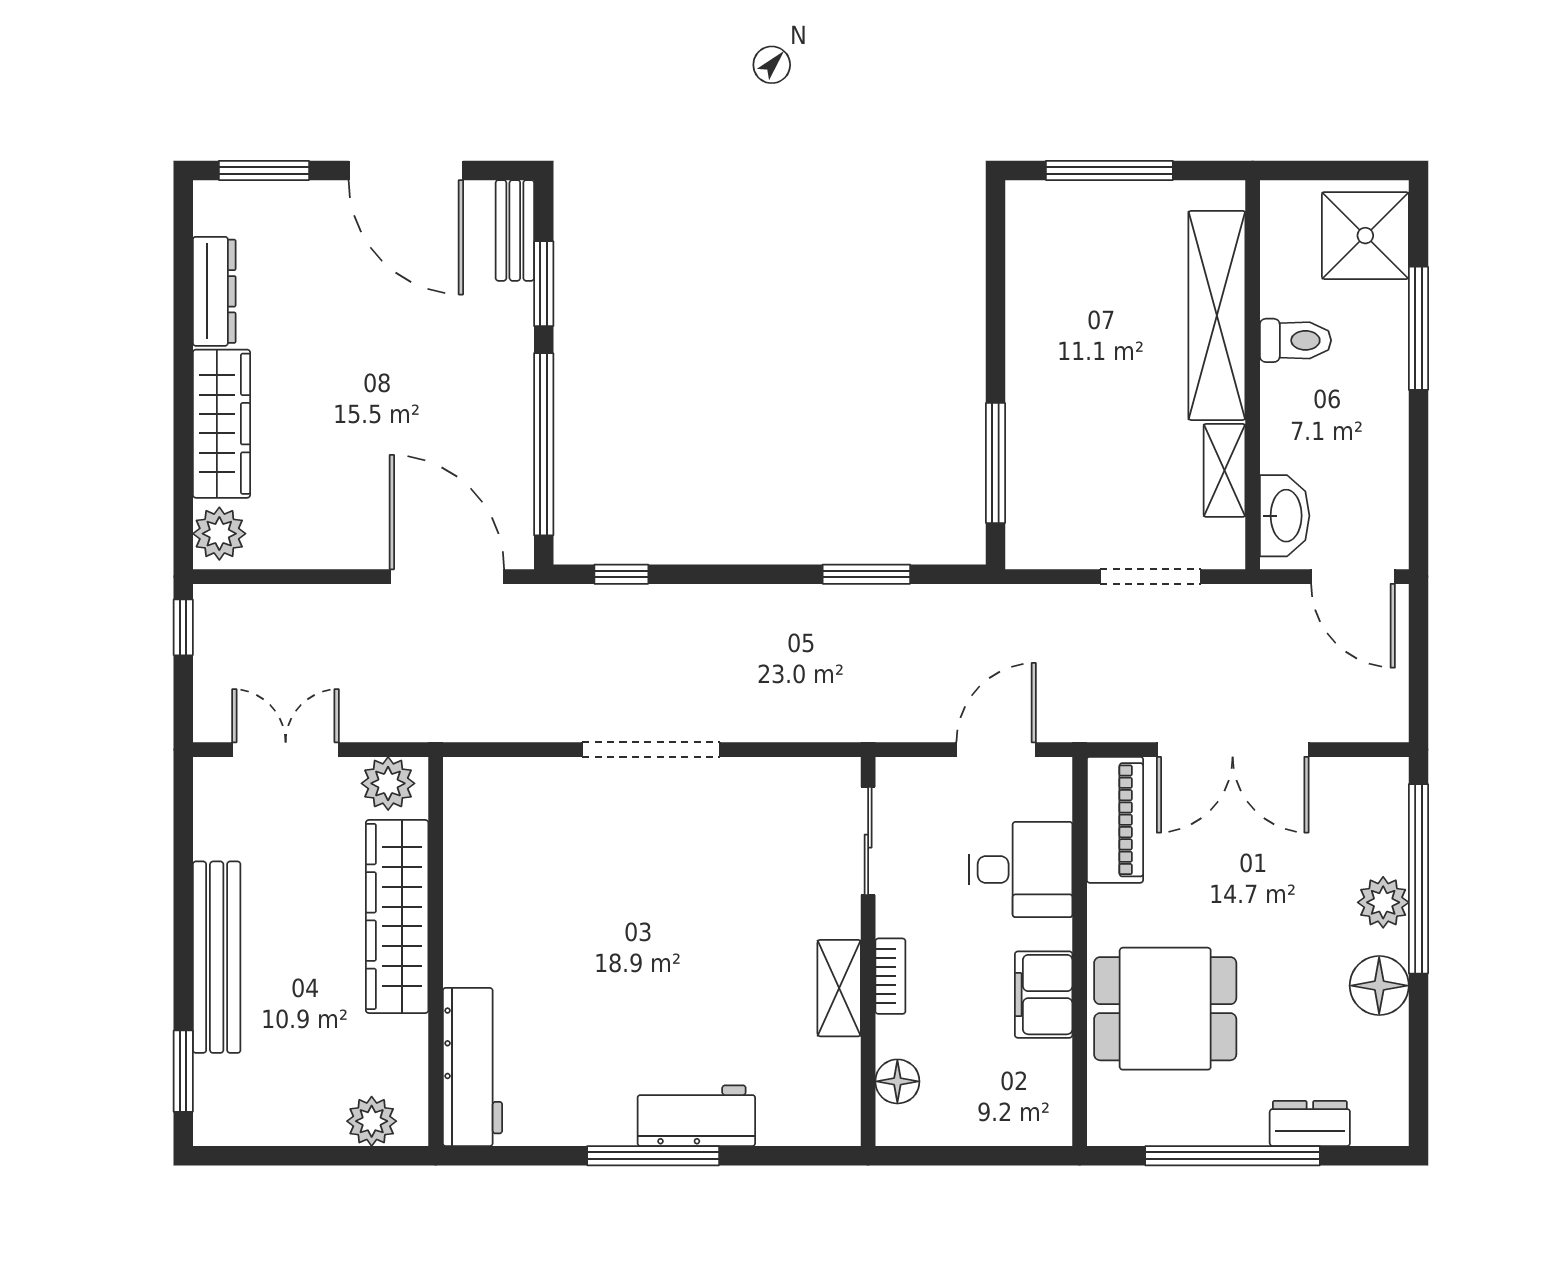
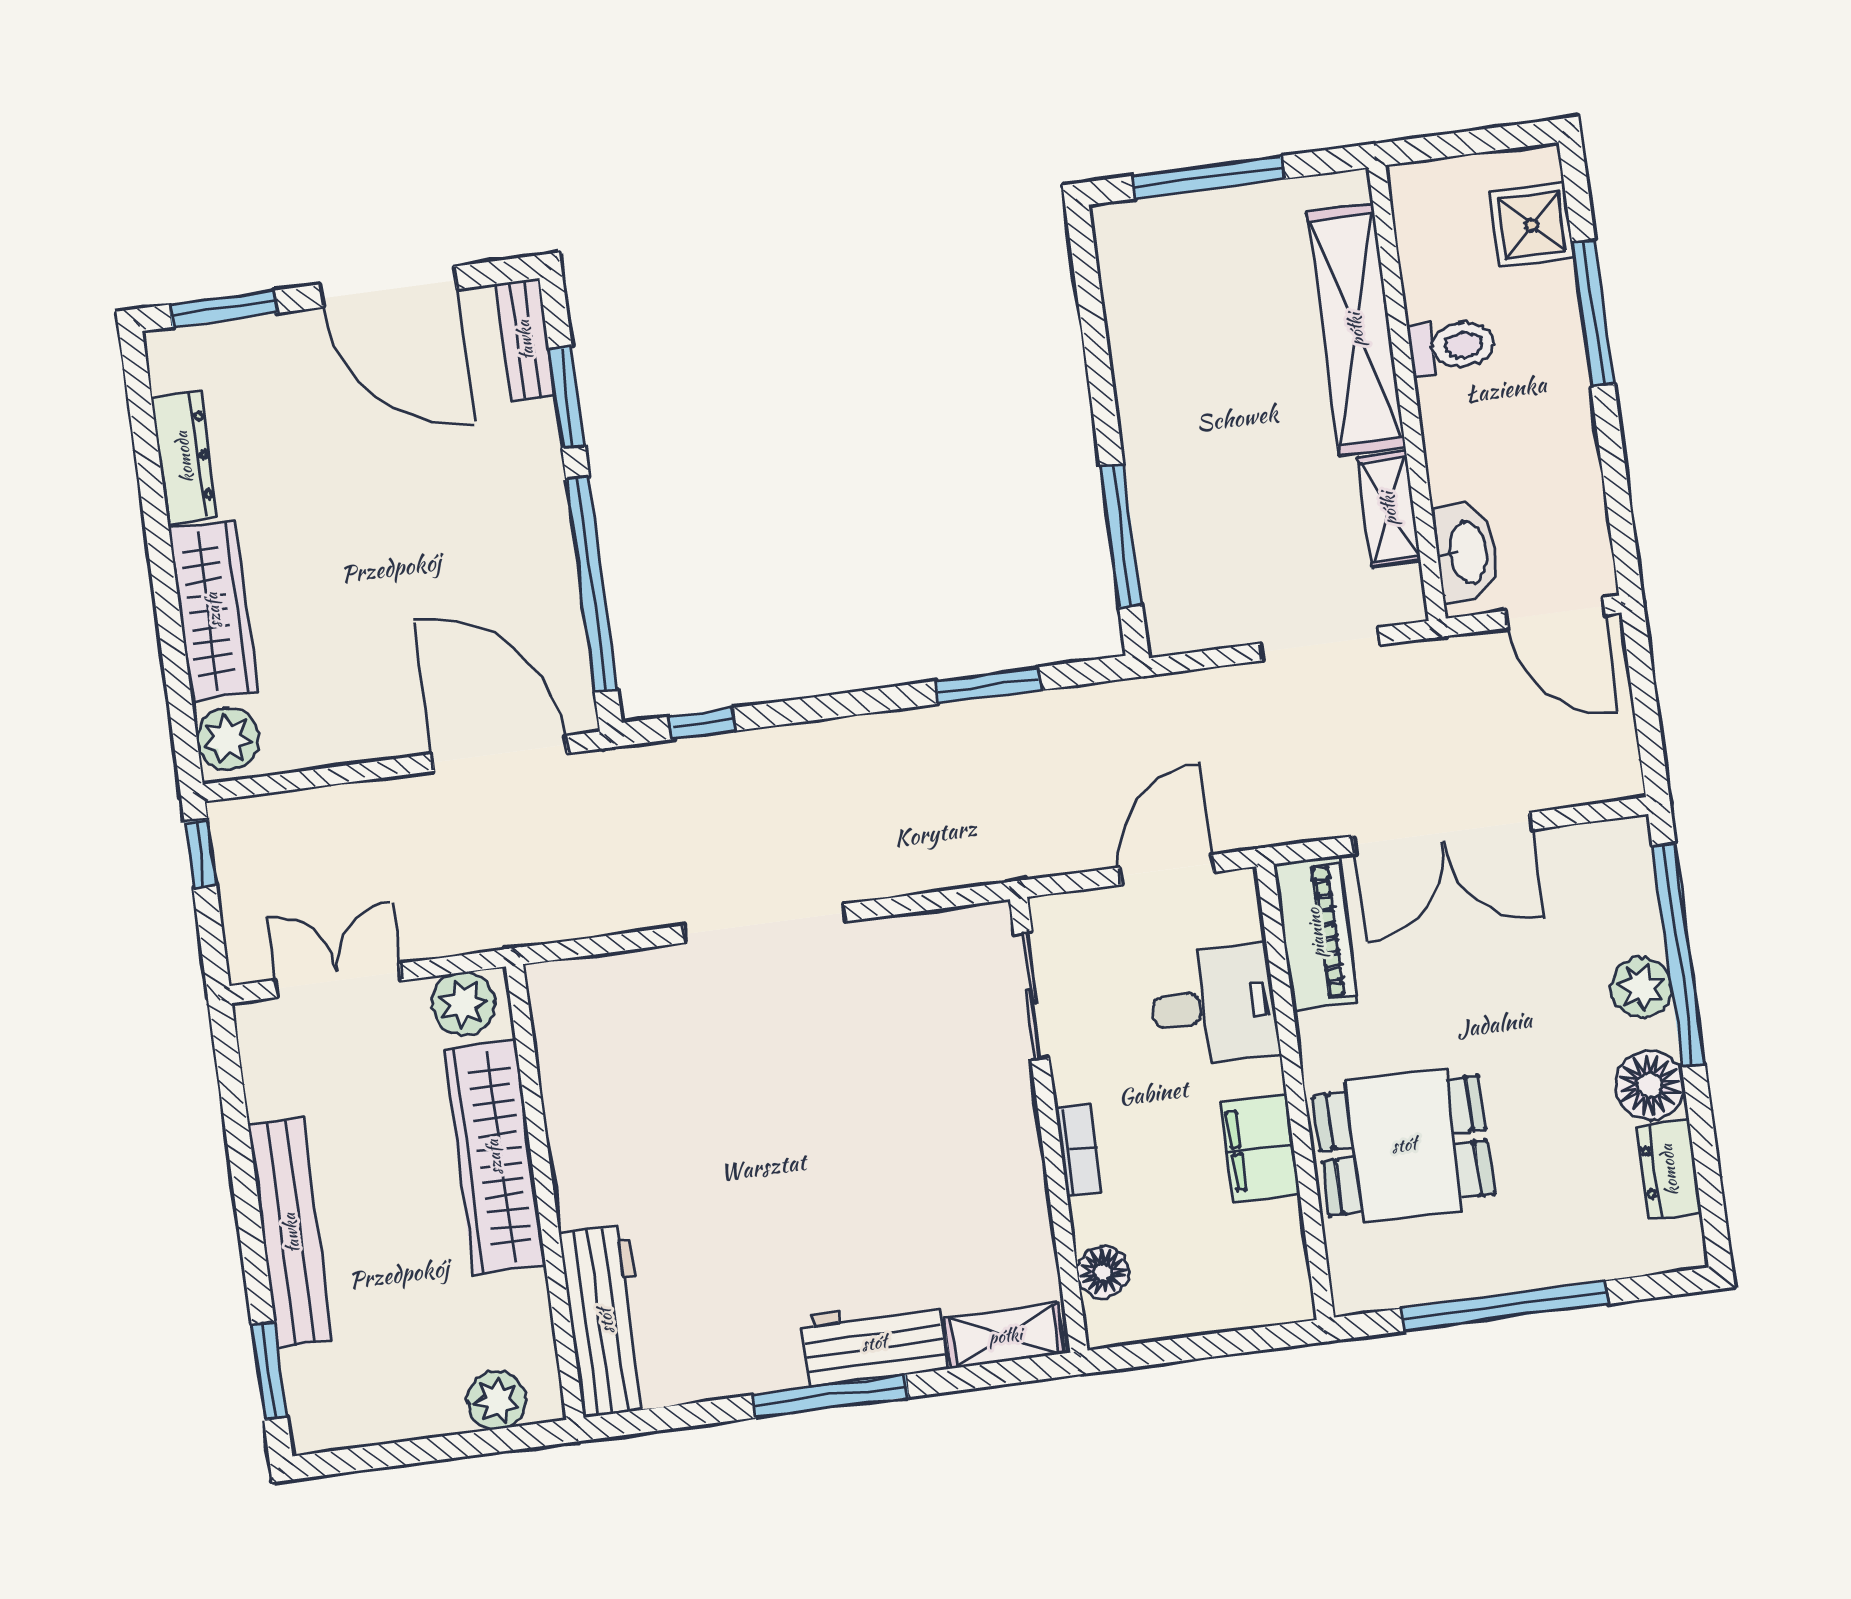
shower: (1365, 236) -> (1532, 225), width x0.73, depth x0.73
shelving: (839, 988) -> (1005, 1336), moved, turned 90
dresser: (1310, 1123) -> (1669, 1170), moved, turned -90

